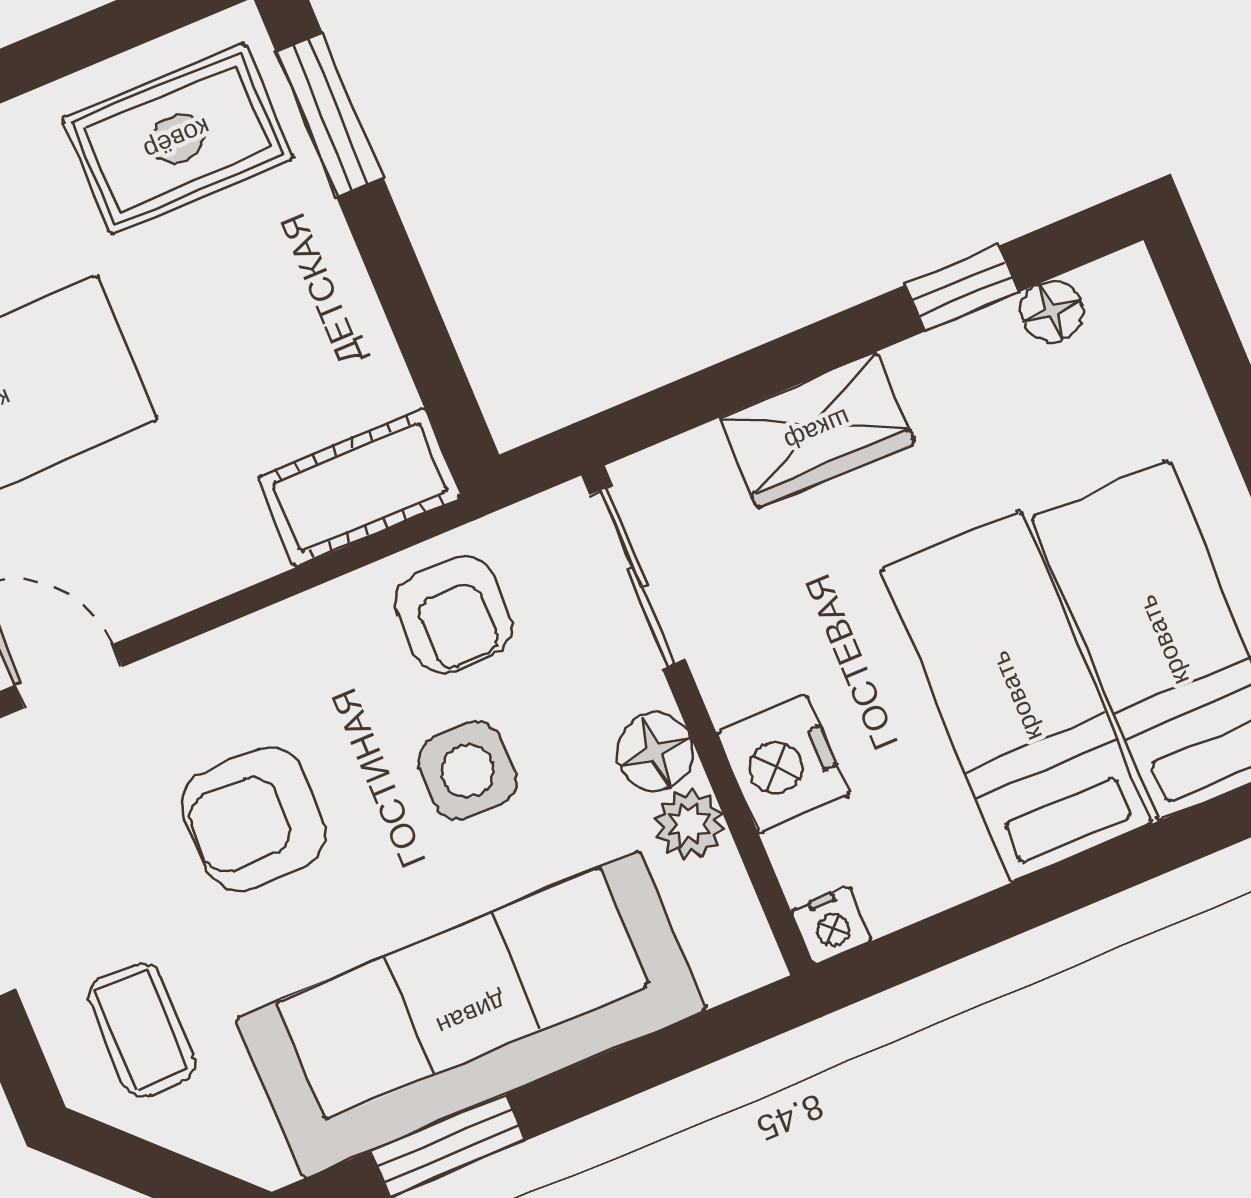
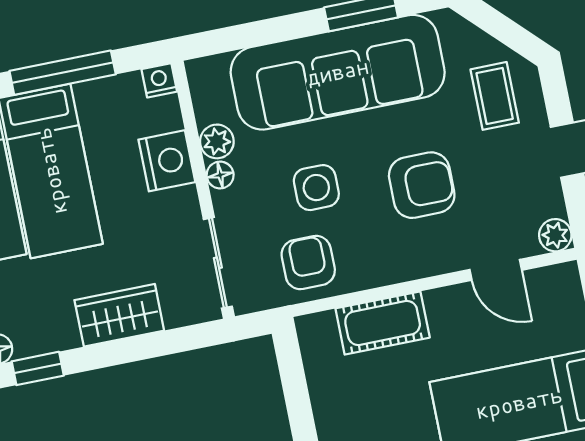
cot: (360, 487) -> (383, 323), moved
floor lamp: (655, 752) -> (220, 175), width x0.73, depth x0.73
window: (1032, 902) -> (63, 73), added

